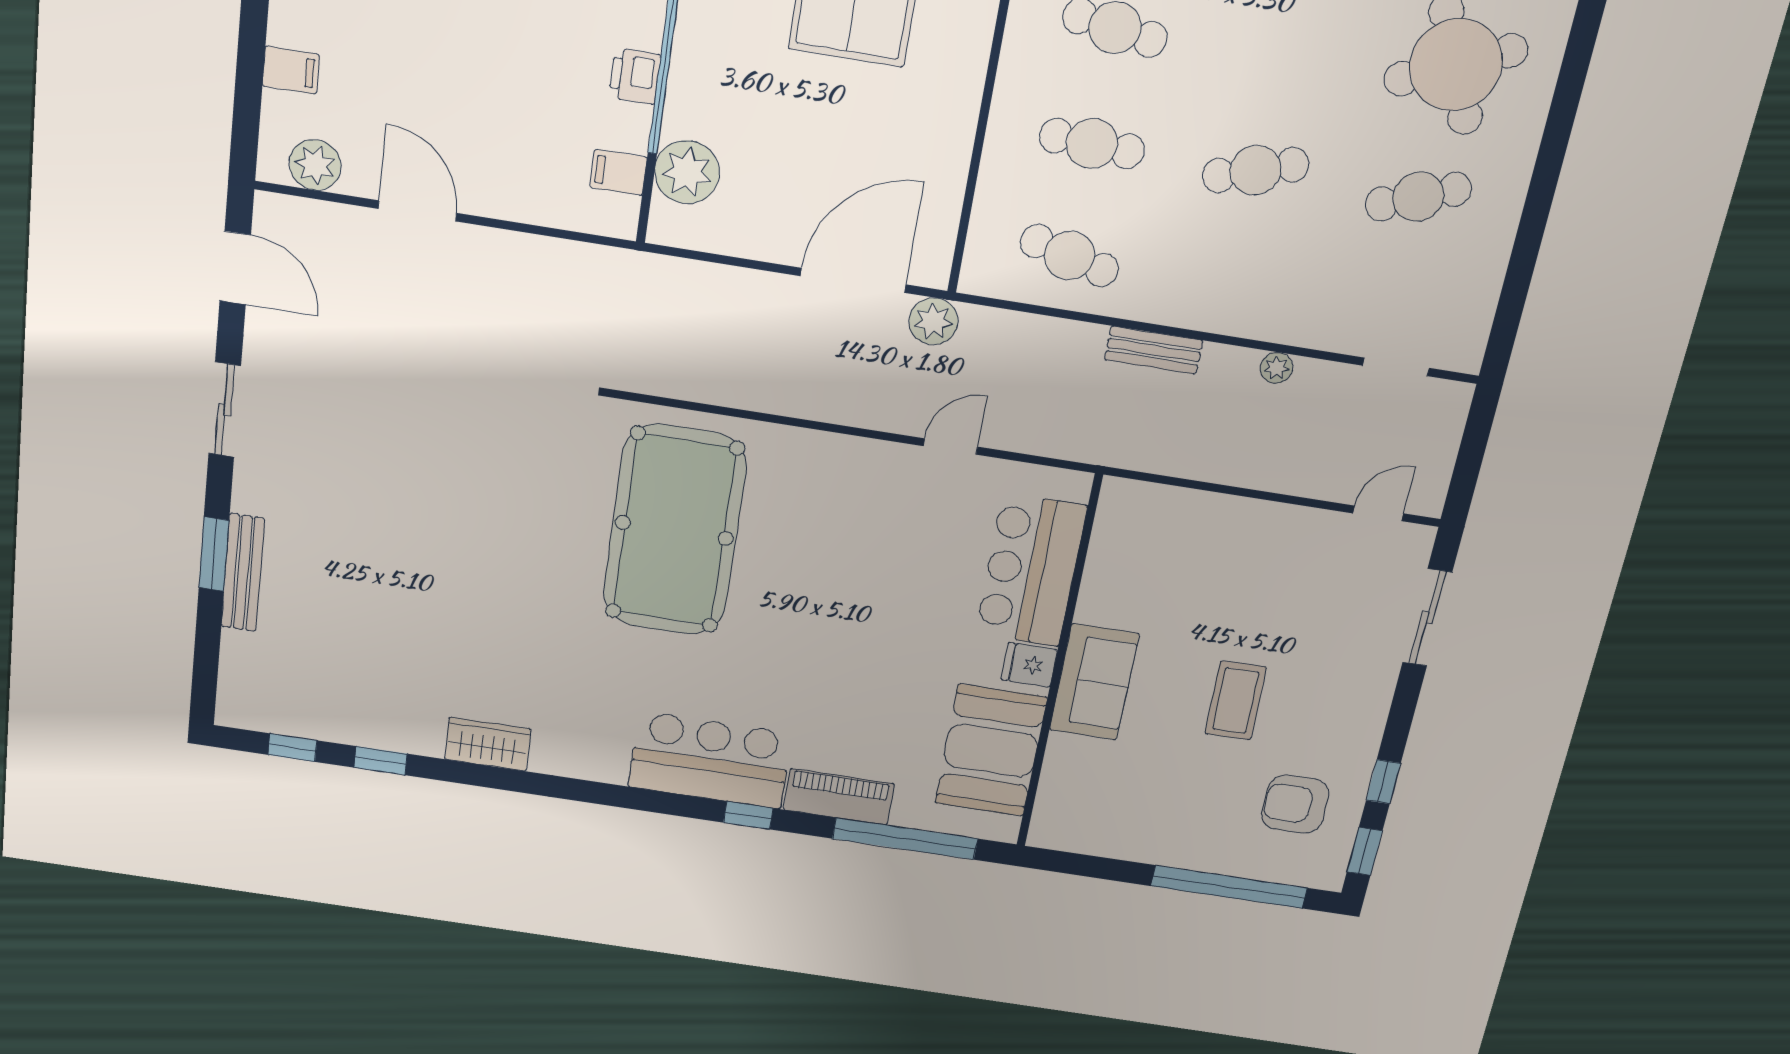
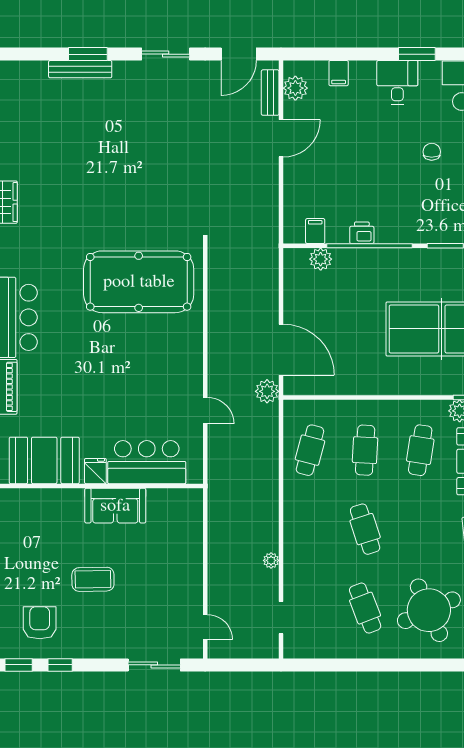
plant: (687, 172) -> (321, 259), width x0.73, depth x0.73
bench: (1154, 350) -> (270, 93), moved
sofa: (1094, 682) -> (115, 506), moved

